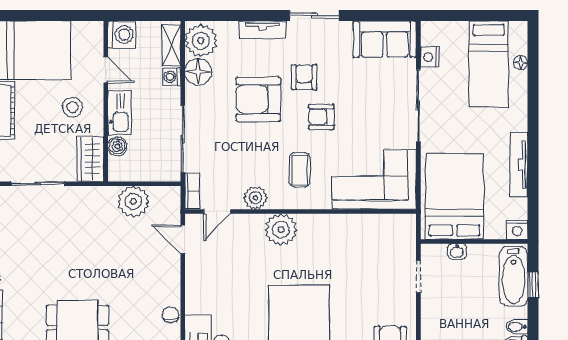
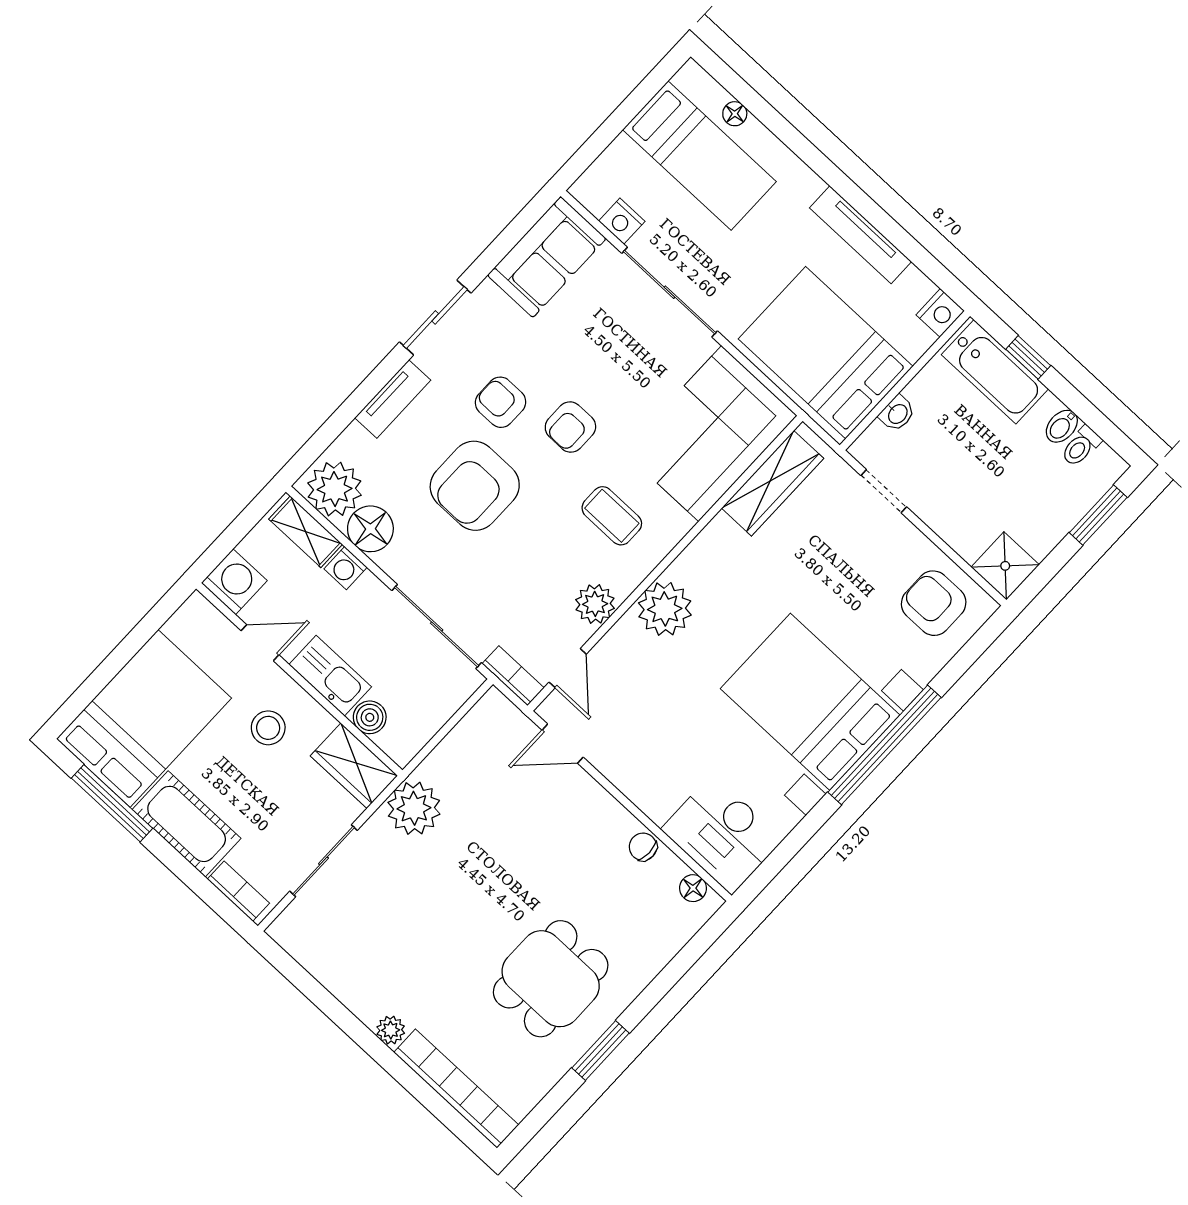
plant: (133, 201) -> (414, 808), moved
wardrobe: (378, 226) -> (773, 483), added

